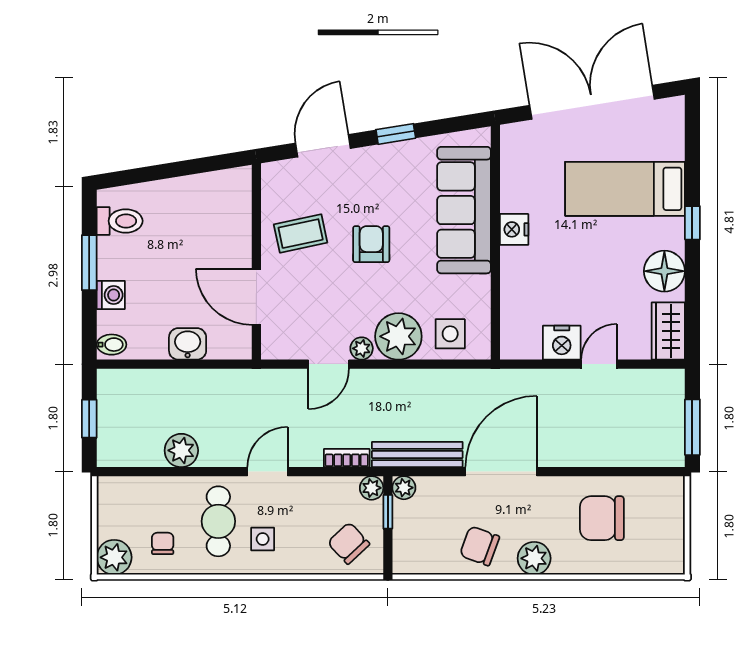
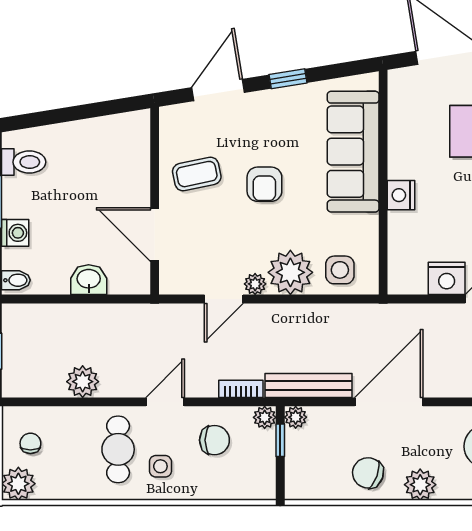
nightstand: (514, 229) -> (401, 195), moved
armchair: (371, 244) -> (264, 184), turned 180
chair: (163, 543) -> (30, 443), moved
chair: (349, 543) -> (214, 440), moved, turned 133

